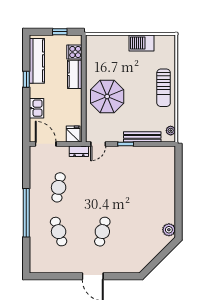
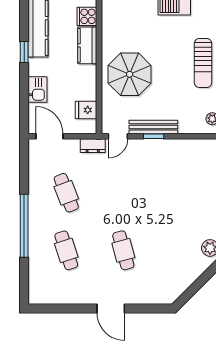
fridge: (73, 134) -> (86, 110), moved, turned -90
bench: (142, 137) -> (153, 127), moved
cafe table: (59, 187) -> (66, 193), turned -30
cafe table: (102, 232) -> (123, 250), turned -30

